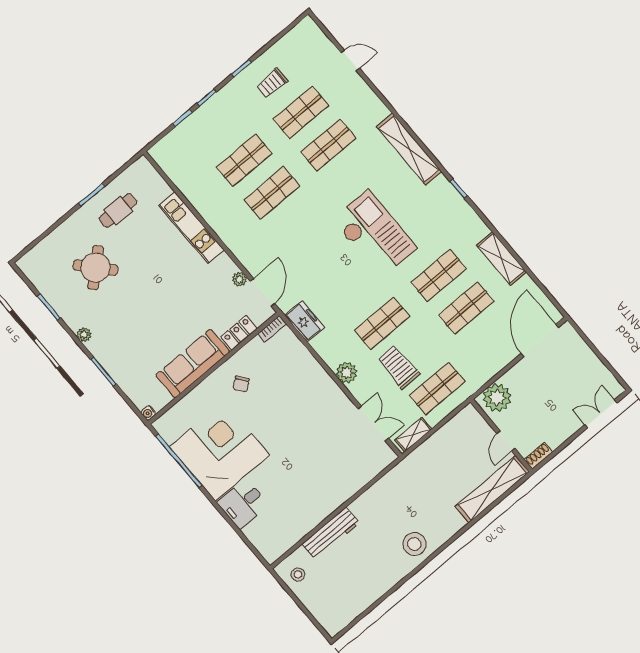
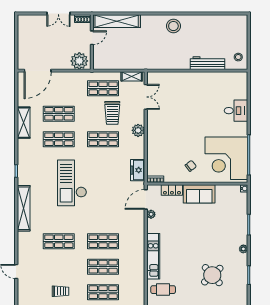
shop shelf: (301, 112) -> (103, 292), moved
cafe table: (118, 211) -> (163, 290), moved
sofa: (193, 363) -> (199, 194), width x0.73
double door: (601, 414) -> (58, 14), moved
double door: (373, 423) -> (146, 97), swing flipped
corner desk: (220, 451) -> (226, 158), moved

